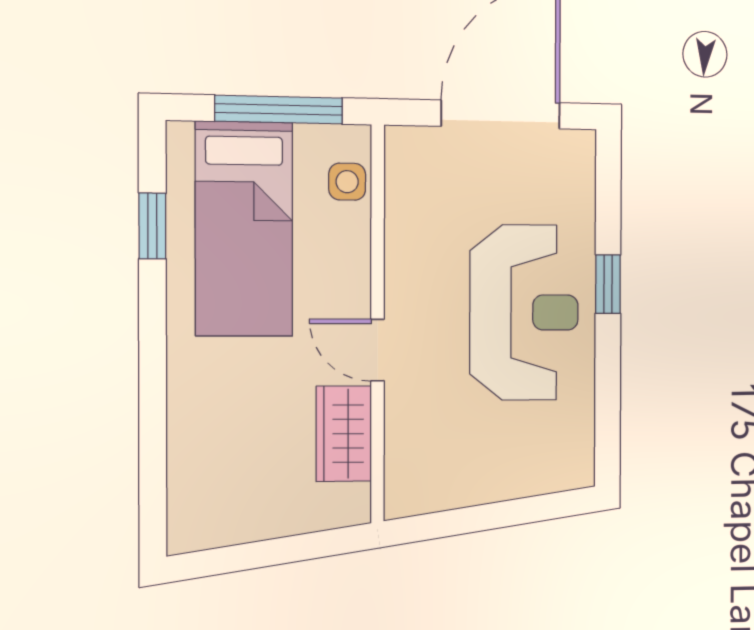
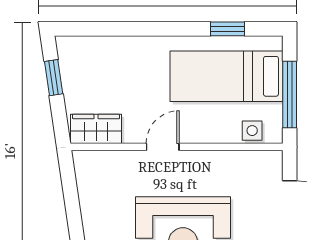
wardrobe: (344, 434) -> (96, 129), moved
window: (247, 556) -> (54, 78), added

